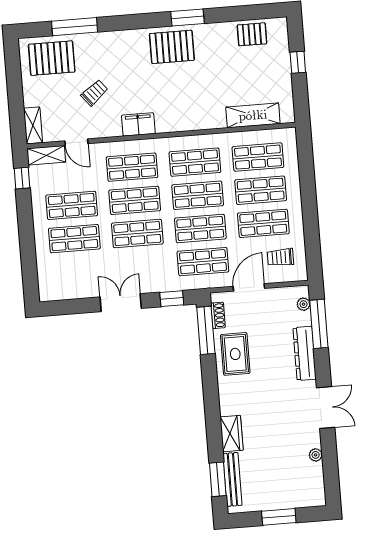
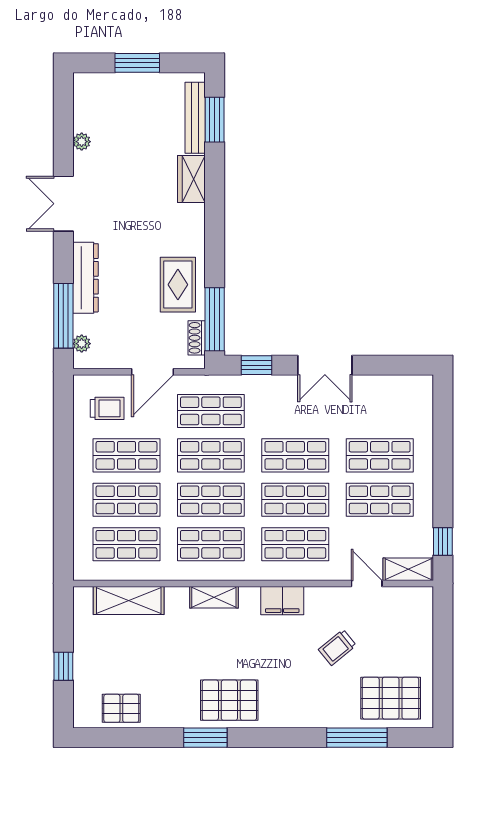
shelving: (33, 125) -> (214, 597), moved, turned 90

